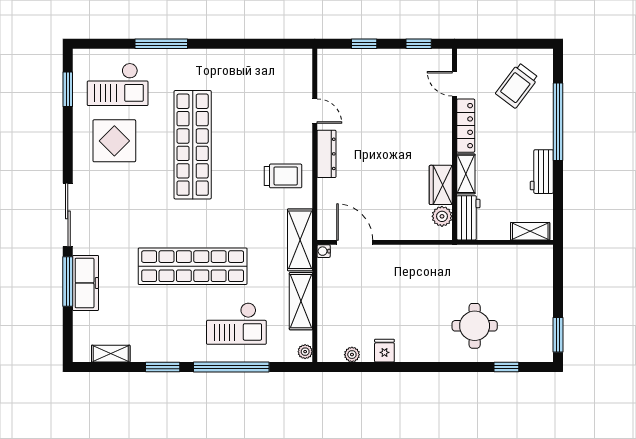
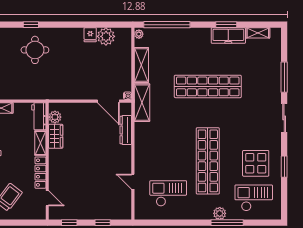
plant: (173, 59) -> (220, 213), added
window: (68, 89) -> (284, 167), moved
dresser: (326, 154) -> (126, 130), moved
trolley: (283, 176) -> (152, 142), removed
sliding door: (68, 215) -> (284, 118), width x0.73
freezer: (86, 283) -> (228, 36), moved, turned -90
checkout: (236, 324) -> (168, 193), moved
plant: (352, 355) -> (106, 36), width x1.88, depth x1.88
window: (231, 367) -> (167, 25), moved
window: (506, 367) -> (31, 25), moved

